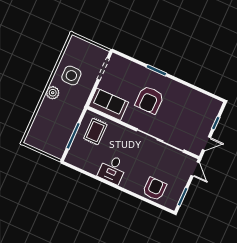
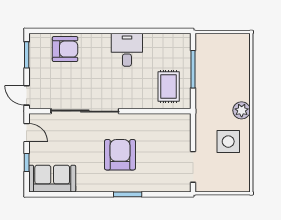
sofa: (108, 104) -> (52, 179), moved, turned 180
door: (207, 144) -> (27, 133), swing flipped
armchair: (155, 189) -> (65, 49), turned -90

